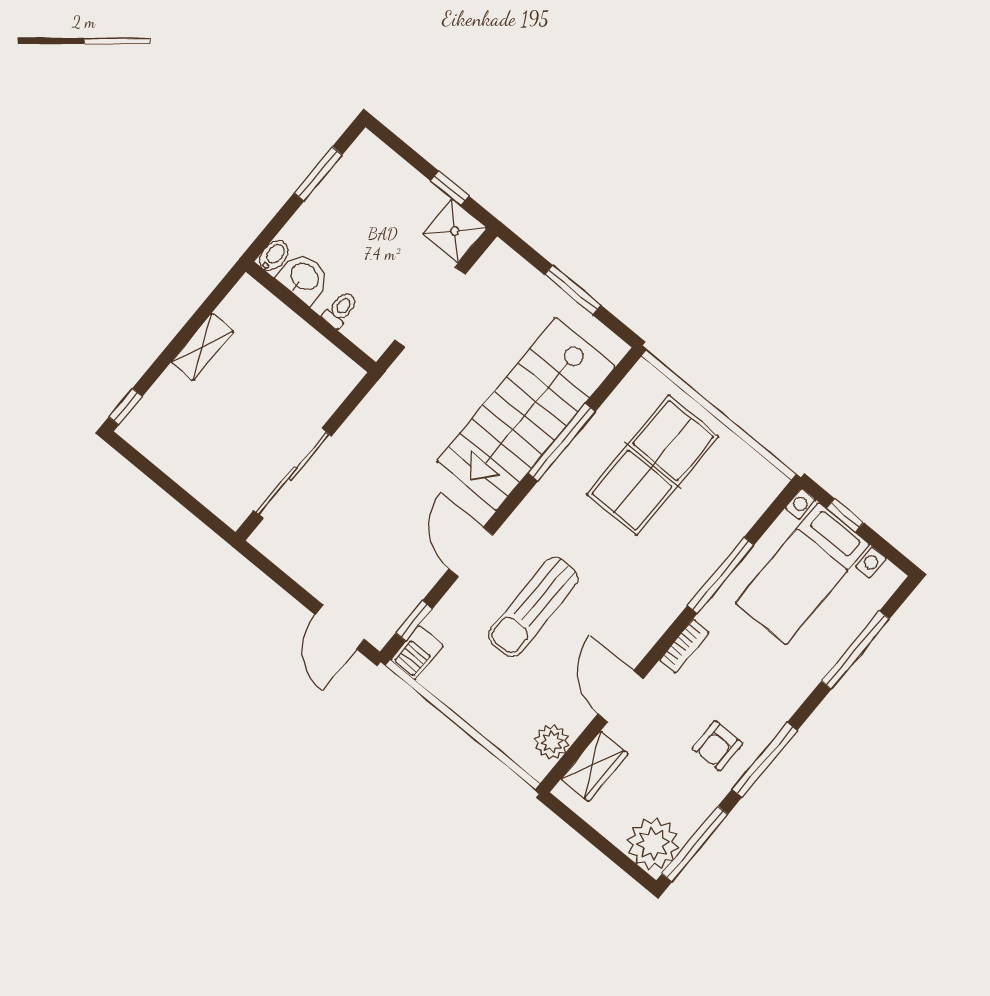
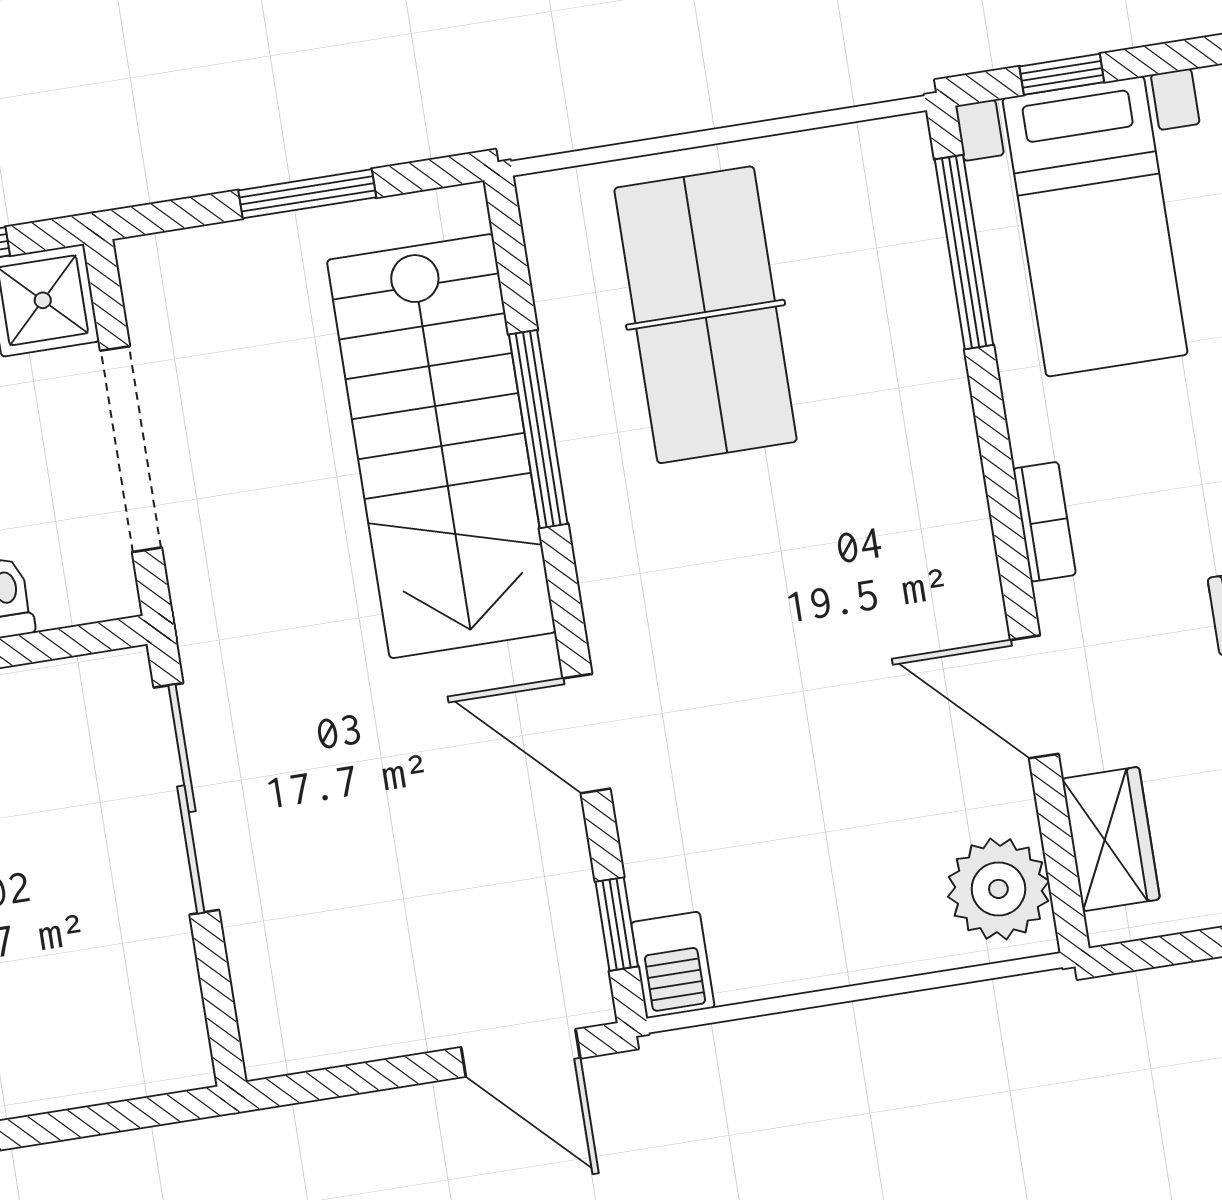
sliding door: (293, 473) -> (186, 799), moved
window: (721, 575) -> (964, 252), moved
sun lounger: (533, 607) -> (765, 711), removed
plant: (552, 742) -> (998, 889), width x1.36, depth x1.36

